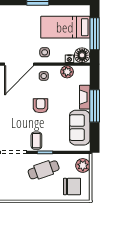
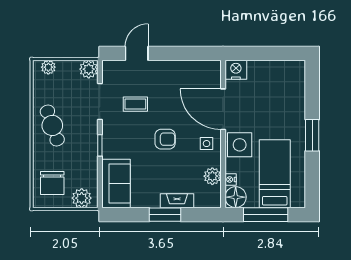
side table: (45, 52) -> (240, 145), width x1.87, depth x1.87
window: (95, 106) -> (165, 215), width x0.69
sofa: (80, 128) -> (116, 183), moved, turned 90
coffee table: (36, 141) -> (135, 104), moved
cafe table: (44, 170) -> (52, 125), moved

